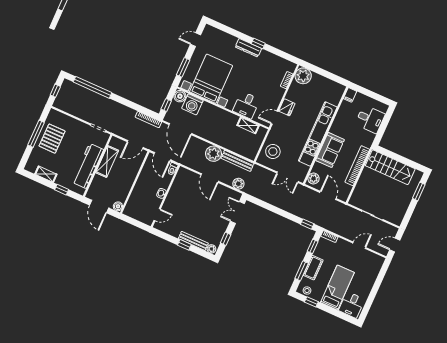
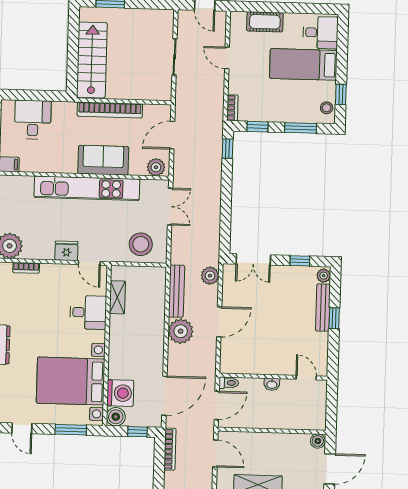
cot: (313, 268) -> (265, 22), moved

